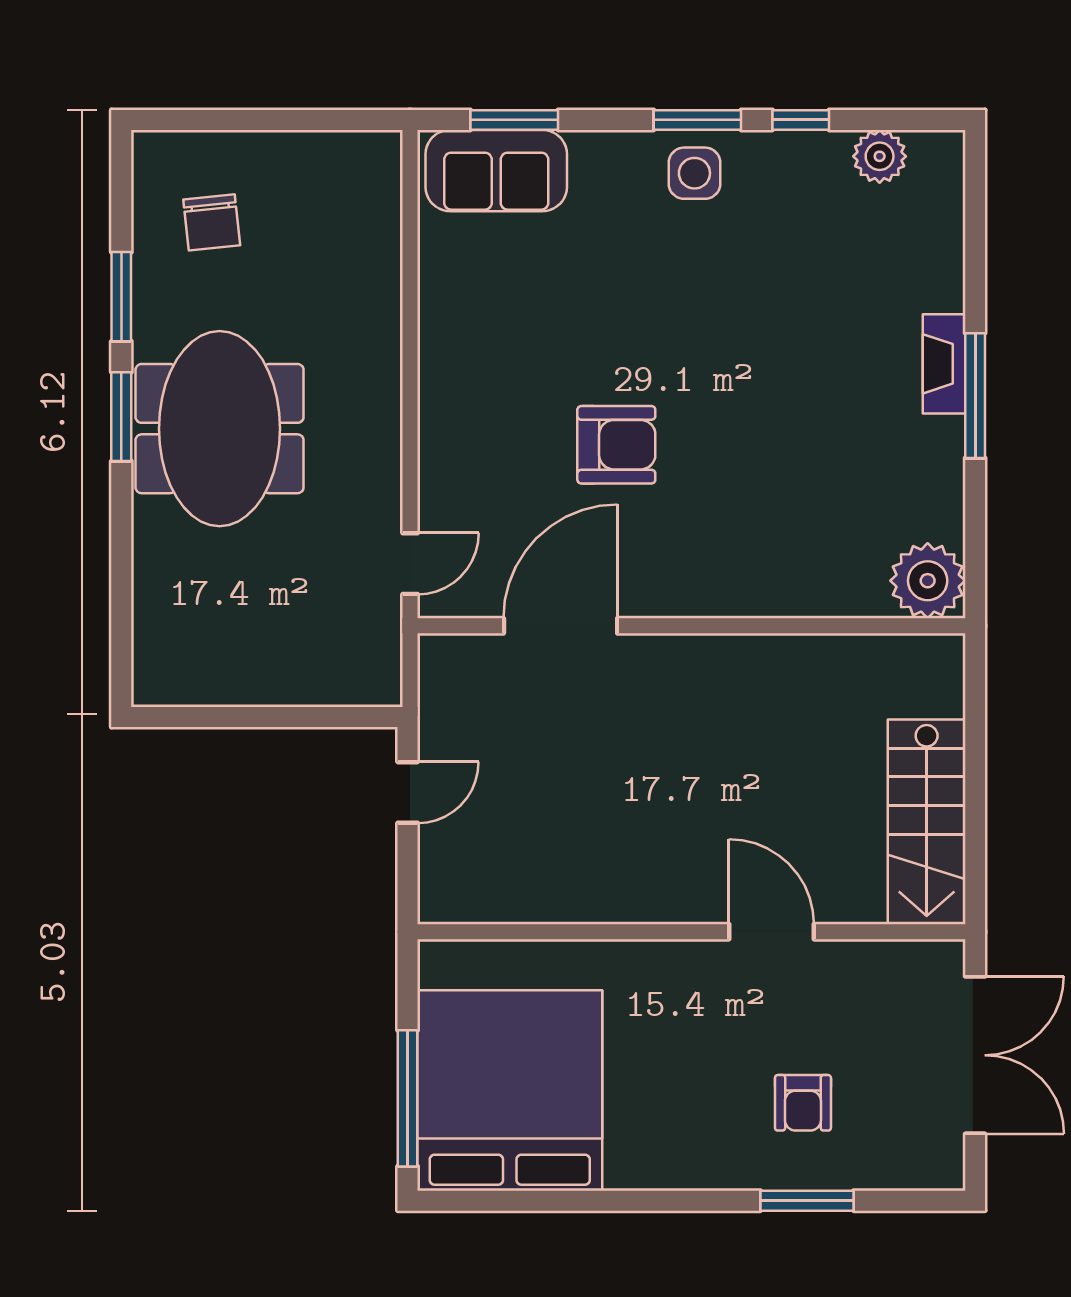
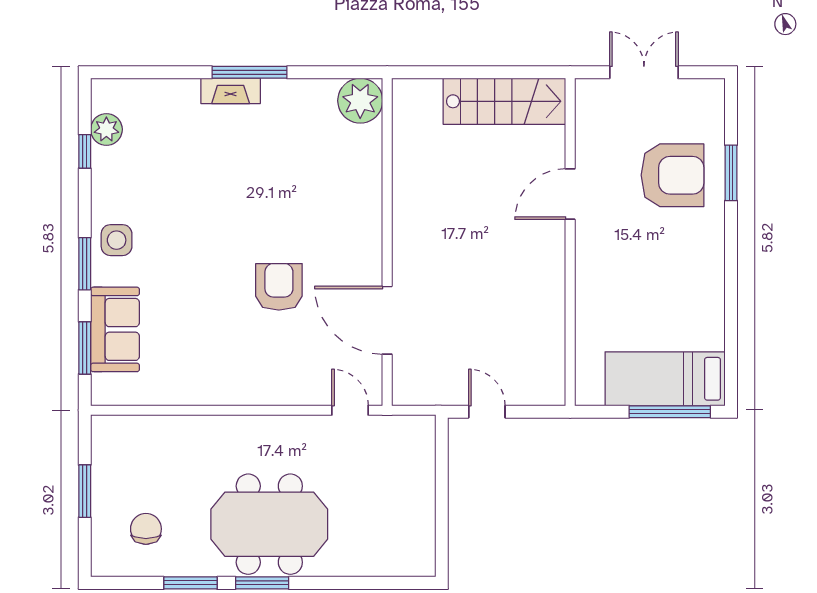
window: (275, 120) -> (85, 491), added
window: (697, 120) -> (85, 264), moved
window: (801, 120) -> (85, 151), moved
sofa: (496, 171) -> (115, 329), moved
chair: (212, 222) -> (146, 529), turned -84
double door: (975, 1055) -> (644, 72), width x0.73
bed: (510, 1090) -> (665, 379), width x0.49
armchair: (803, 1103) -> (672, 175), width x1.88, depth x1.88

